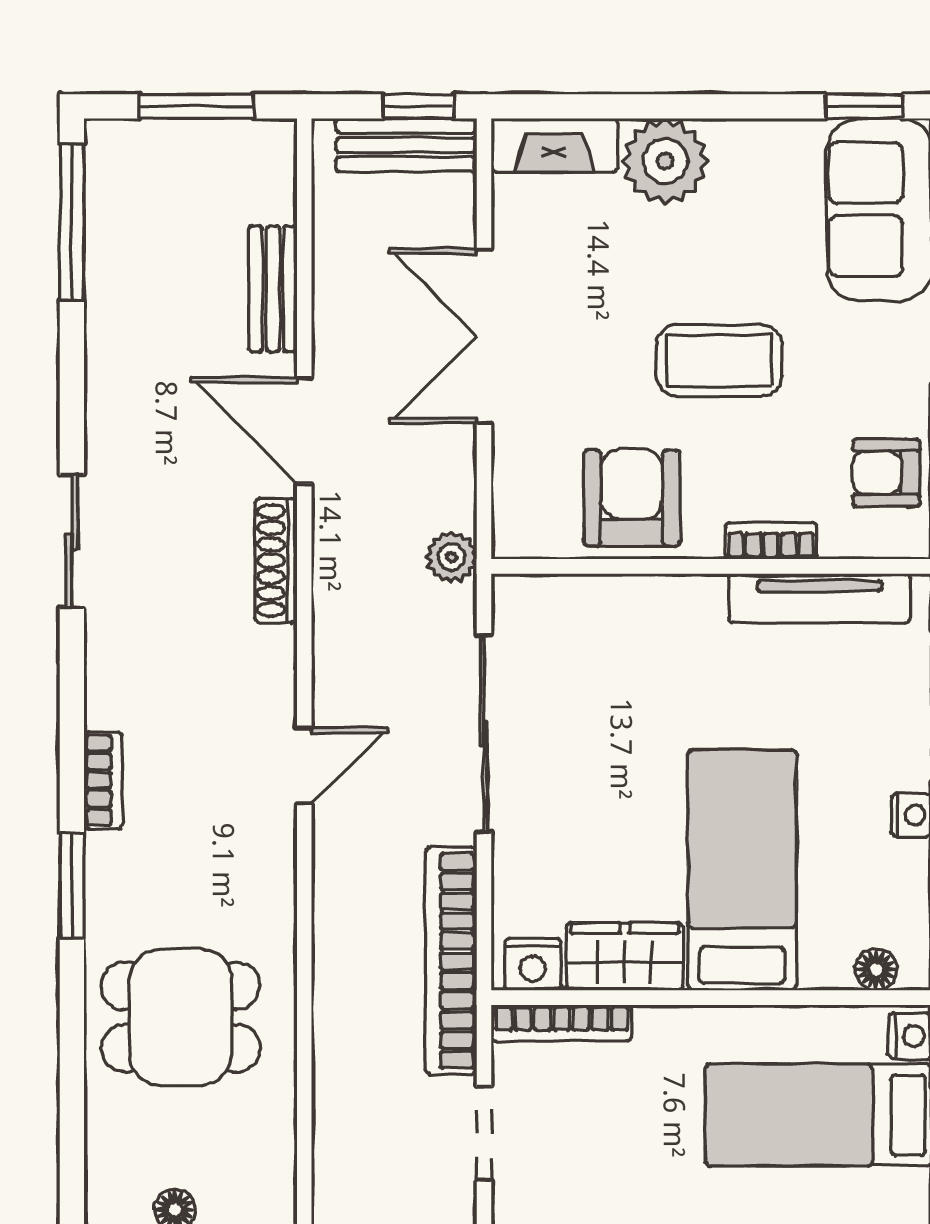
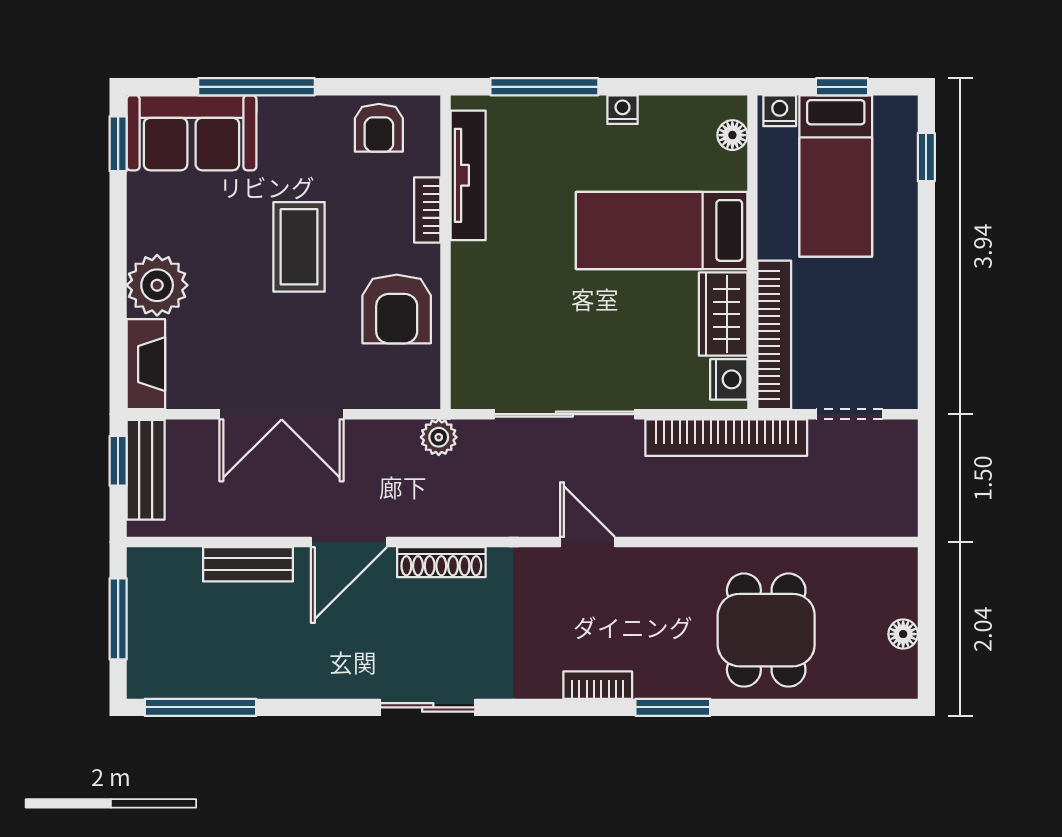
armchair: (632, 498) -> (397, 309), turned -90
bookcase: (562, 1023) -> (774, 335), width x1.48, depth x1.31

